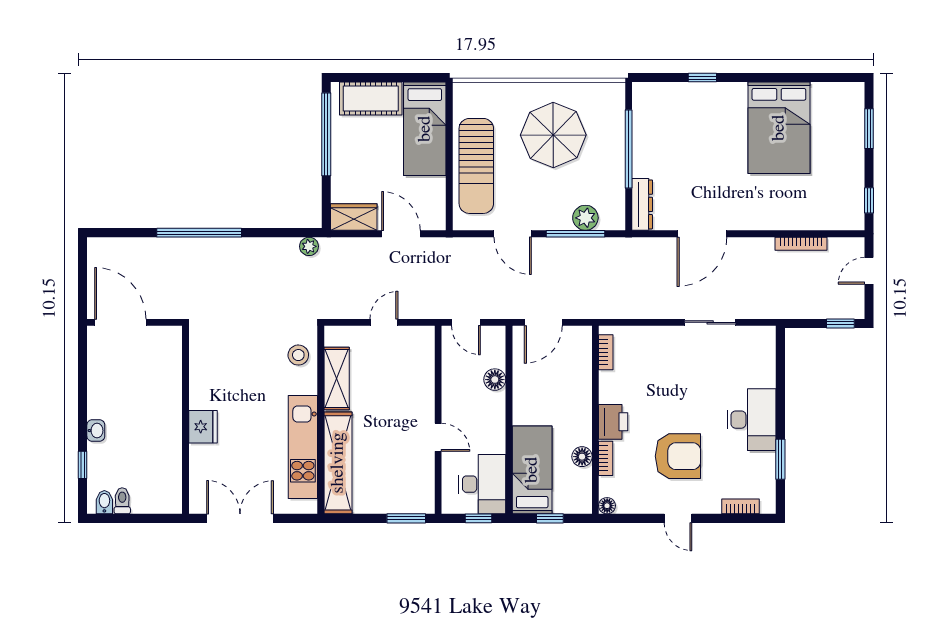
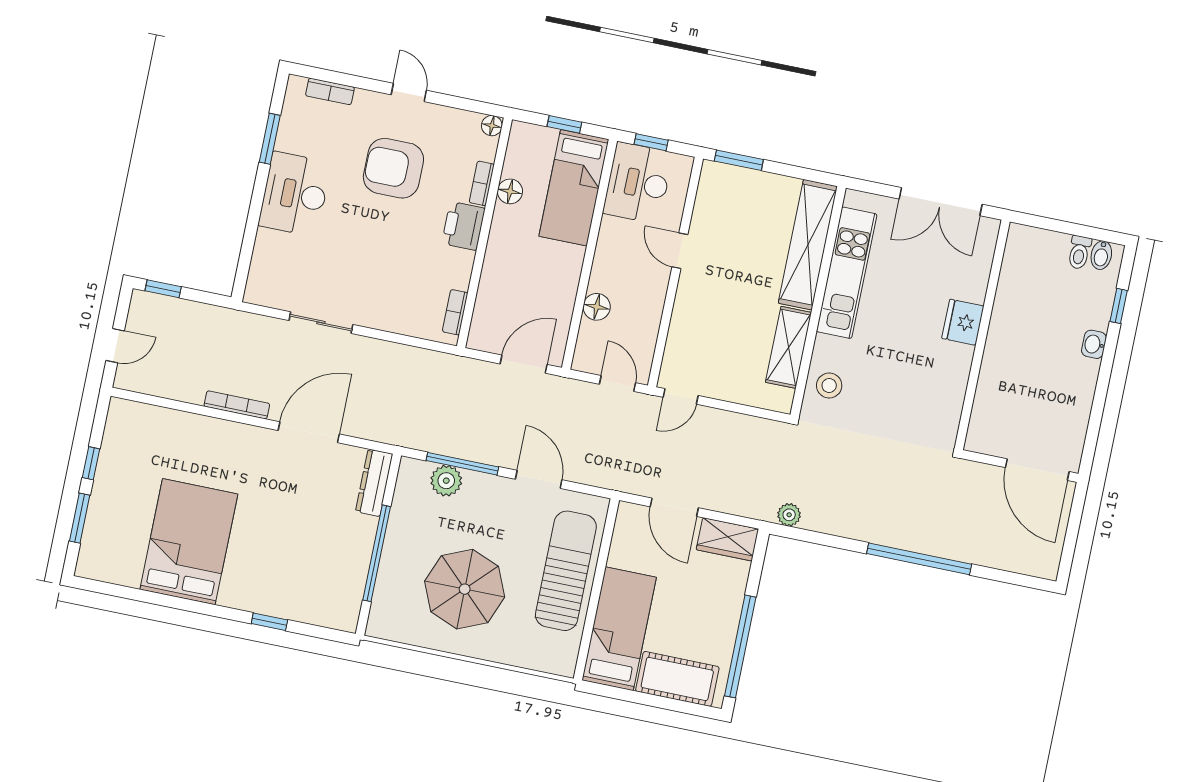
window: (869, 200) -> (91, 463), moved
bookcase: (801, 244) -> (237, 405), moved
door: (384, 322) -> (681, 396), moved

